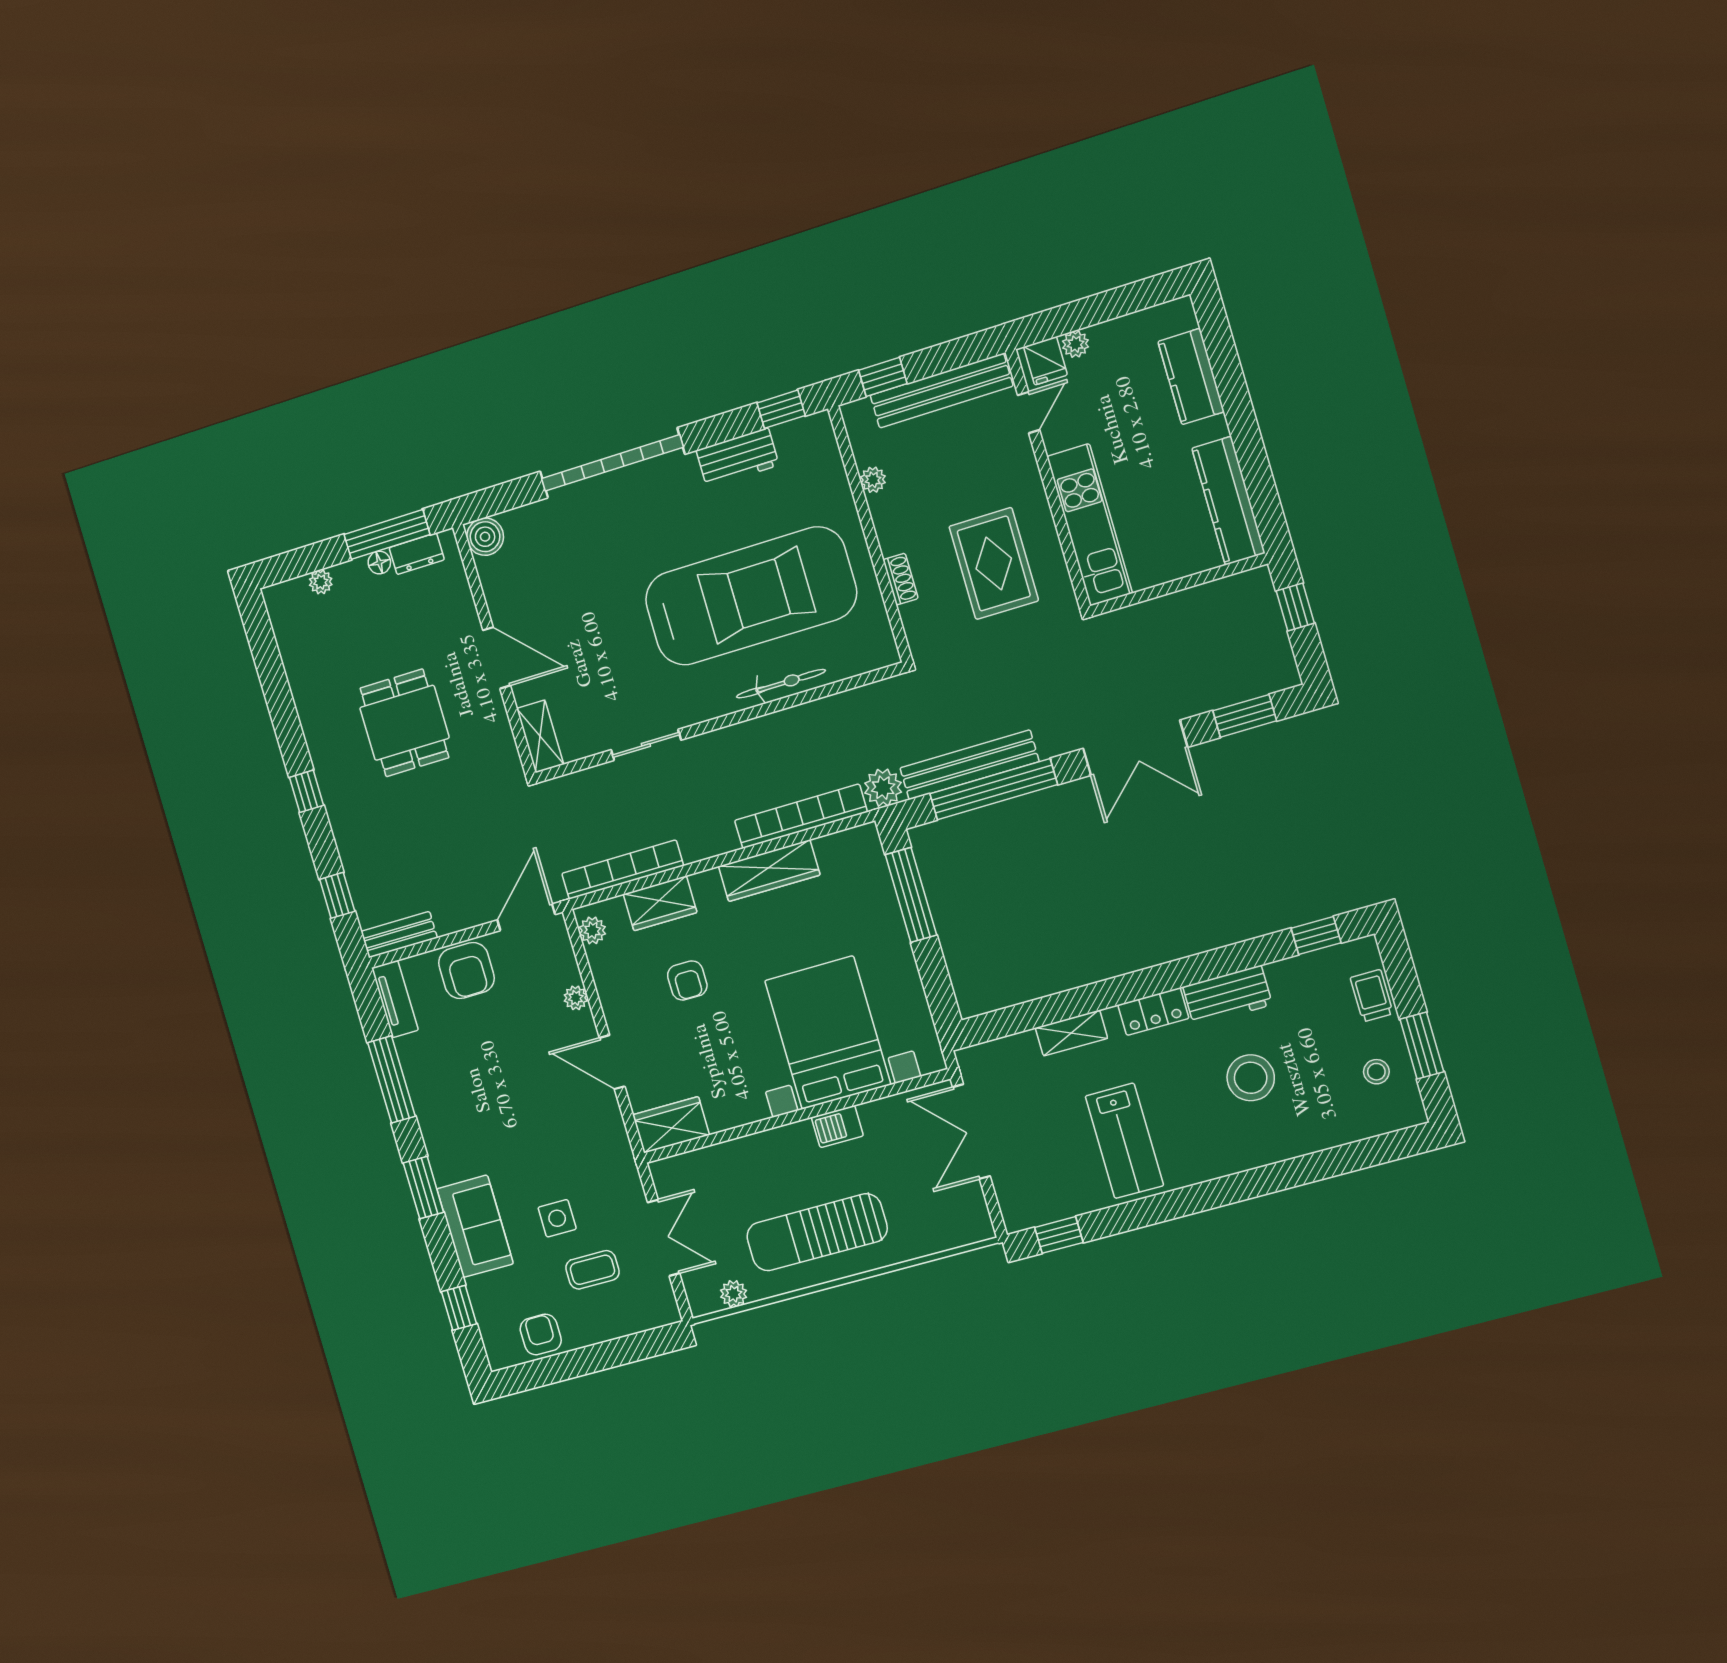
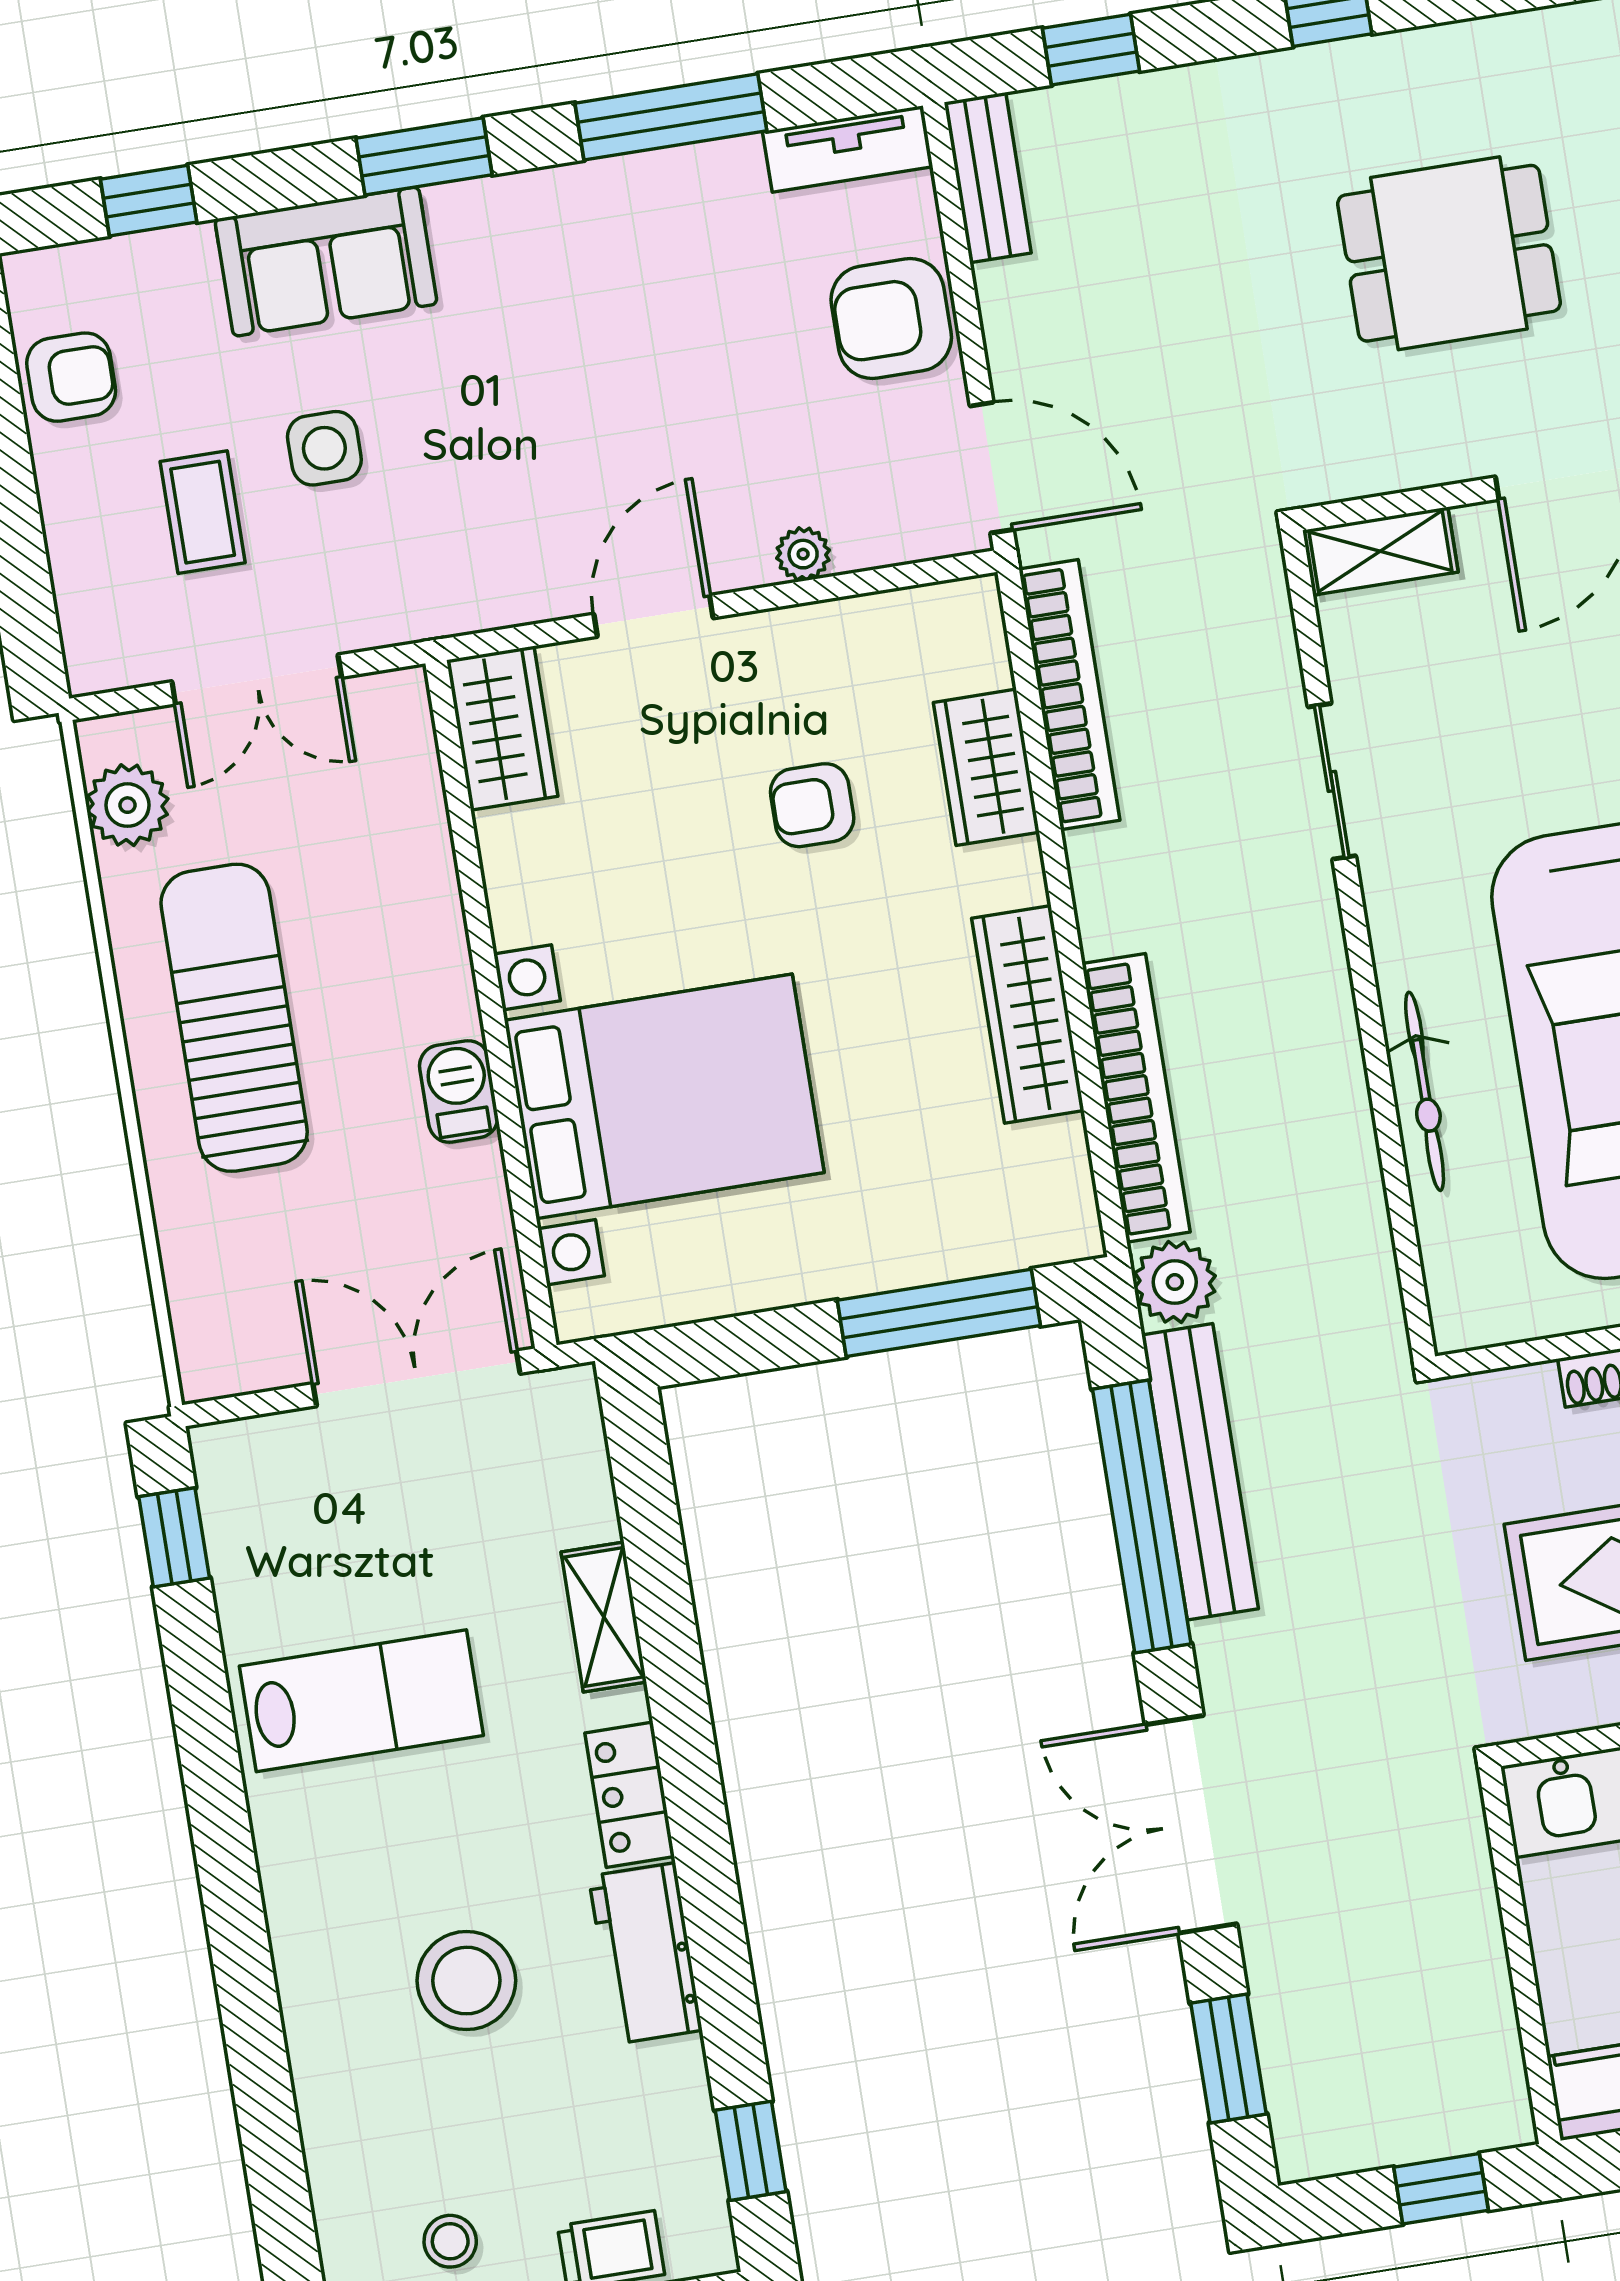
plant: (592, 930) -> (945, 611), removed
lab bench: (1124, 1141) -> (361, 1701), turned 180
plant: (734, 1294) -> (127, 805), width x1.38, depth x1.38

